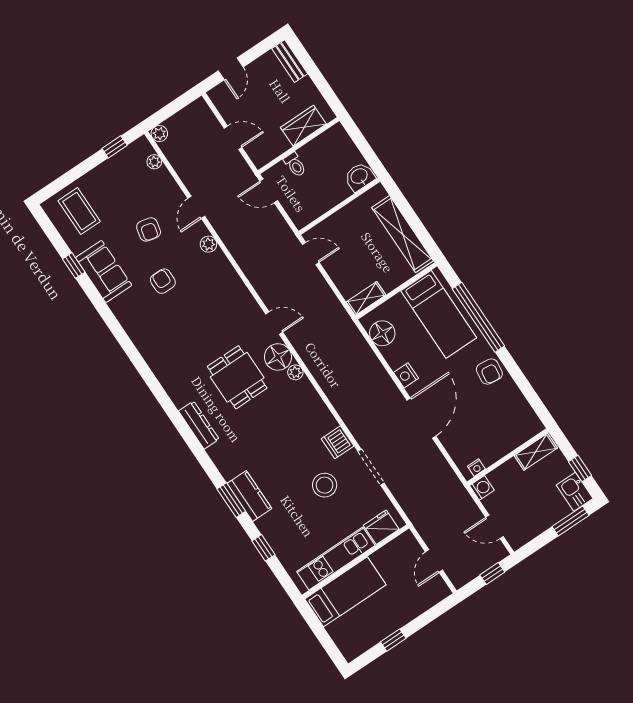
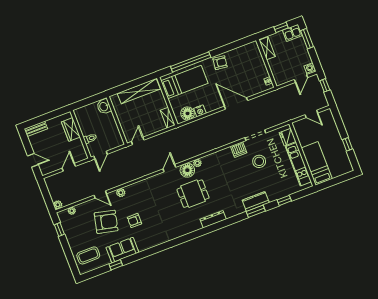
armchair: (149, 229) -> (106, 222), width x1.88, depth x1.88
nightstand: (406, 375) -> (200, 111), moved
washing machine: (482, 488) -> (310, 69), moved

